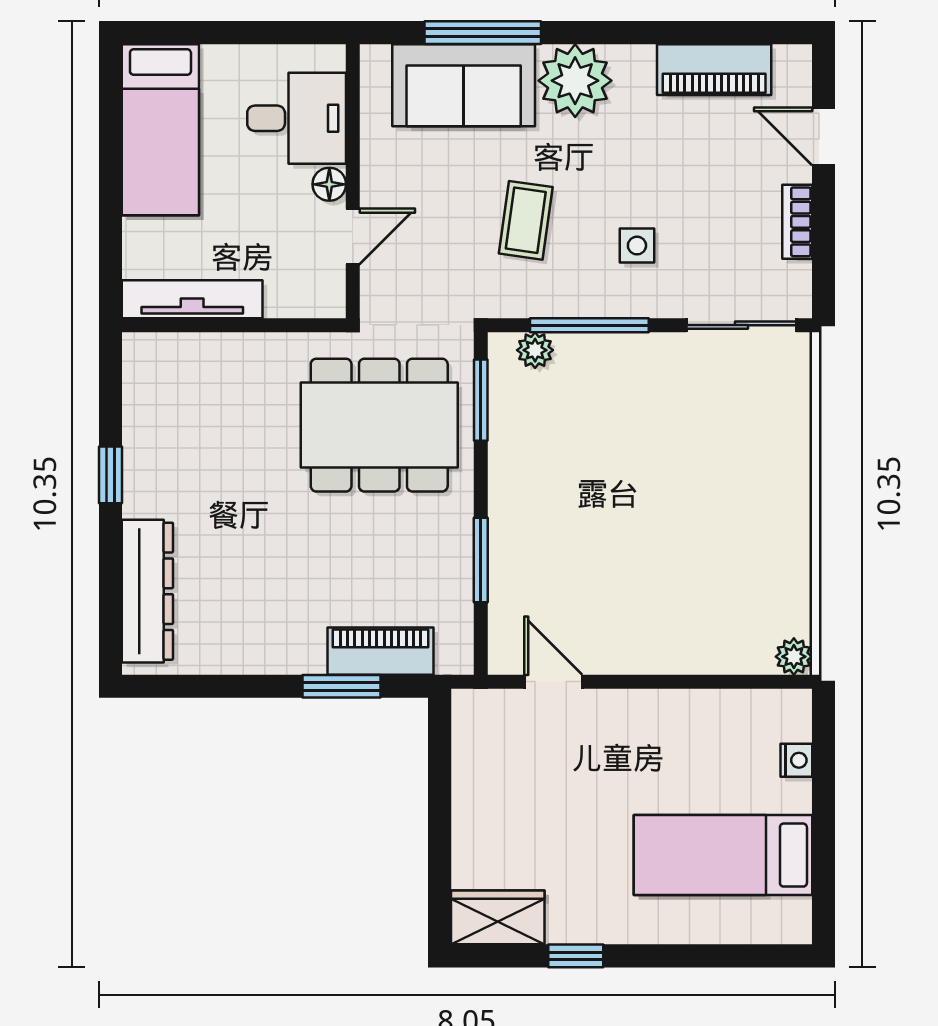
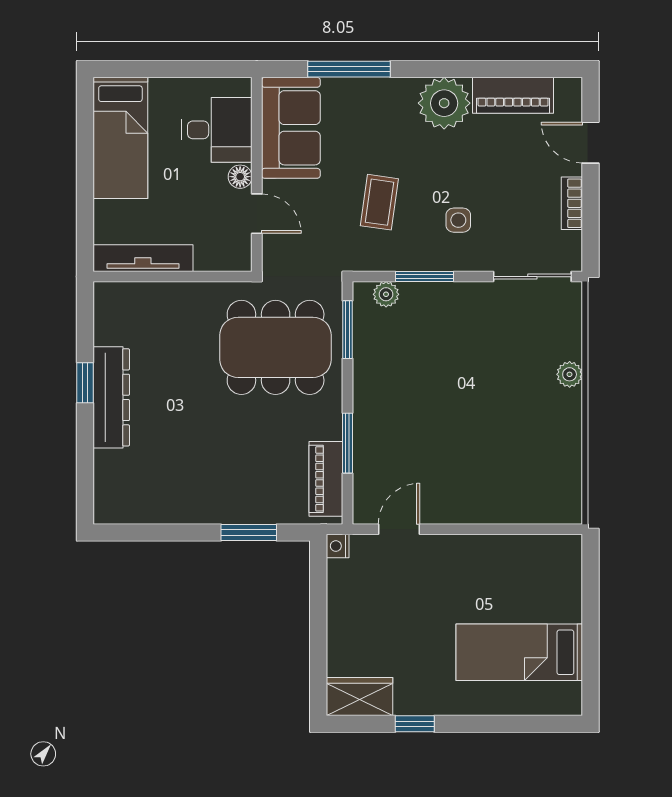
plant: (575, 81) -> (444, 103), moved
sofa: (464, 85) -> (291, 128), moved, turned -90
door: (353, 236) -> (257, 214), hinge flipped
window: (589, 325) -> (424, 277), width x0.69
dresser: (147, 591) -> (111, 397), moved
piano: (380, 651) -> (326, 479), moved, turned -90
plant: (794, 657) -> (570, 374), moved
door: (553, 682) -> (399, 529), hinge flipped
nightstand: (796, 760) -> (338, 546), moved, turned 180

